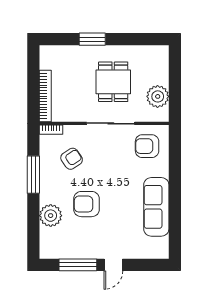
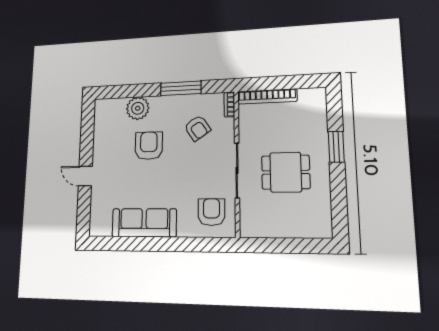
plant: (158, 96) -> (270, 225), removed
window: (78, 265) -> (87, 139), removed

